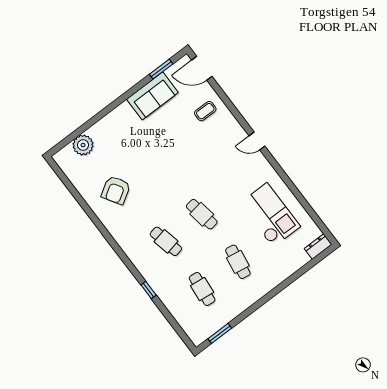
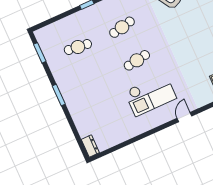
checkout: (270, 215) -> (151, 95), moved
cafe table: (238, 262) -> (93, 80), removed
window: (265, 299) -> (59, 95), added

